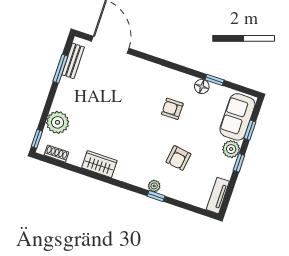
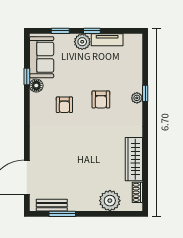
sofa: (237, 117) -> (42, 57), moved, turned -90
window: (37, 139) -> (130, 214), removed
armchair: (178, 158) -> (101, 99), moved, turned 82
wardrobe: (99, 164) -> (134, 159), width x1.50
tv unit: (218, 195) -> (107, 40), moved

